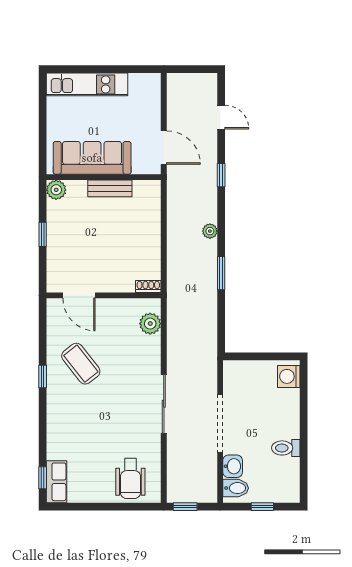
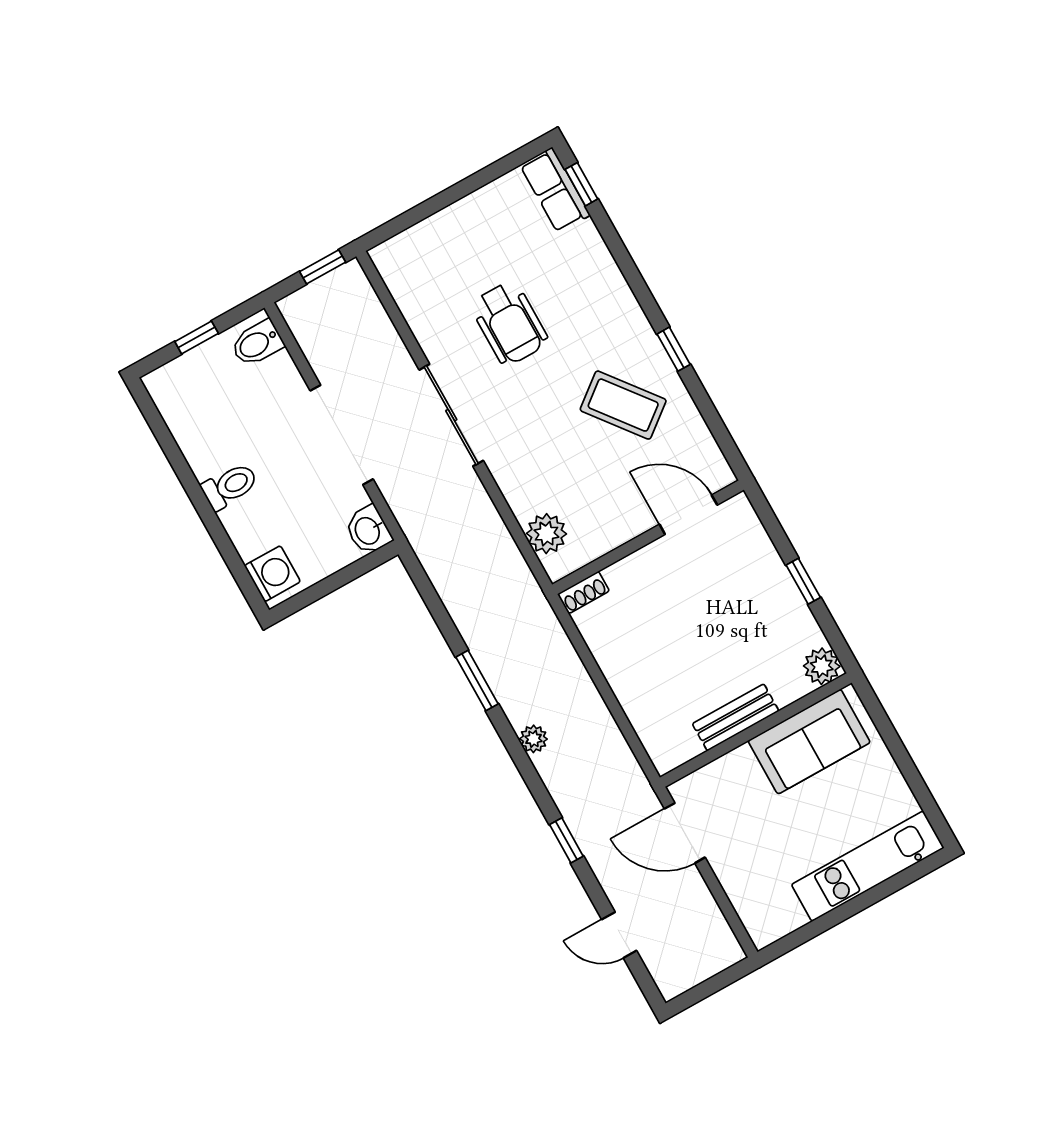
sofa: (92, 158) -> (809, 742), width x0.73
toilet: (286, 448) -> (230, 486), moved
washbasin: (233, 466) -> (368, 530), moved
wheelchair: (130, 479) -> (509, 323), moved, turned 180

